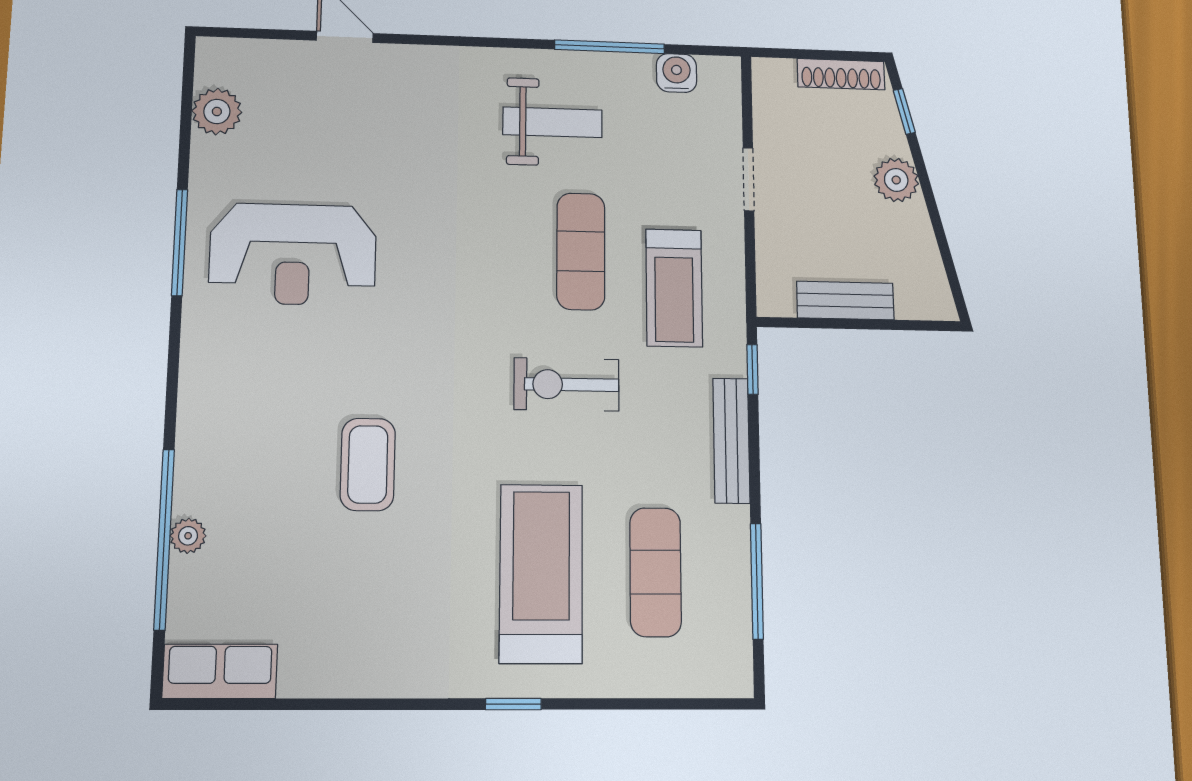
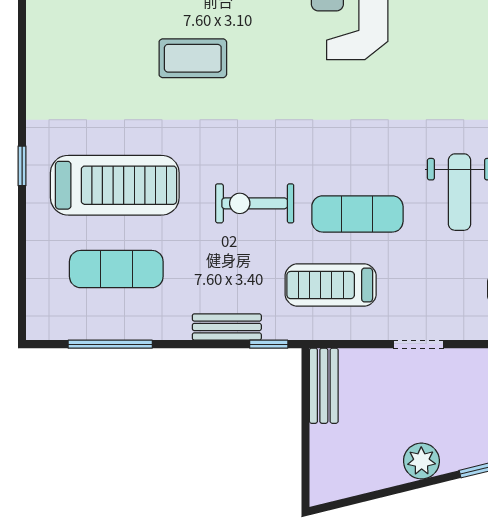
bench: (845, 301) -> (324, 386), moved
exercise bike: (567, 384) -> (255, 203), turned -90
bench: (731, 441) -> (227, 327), width x0.73

